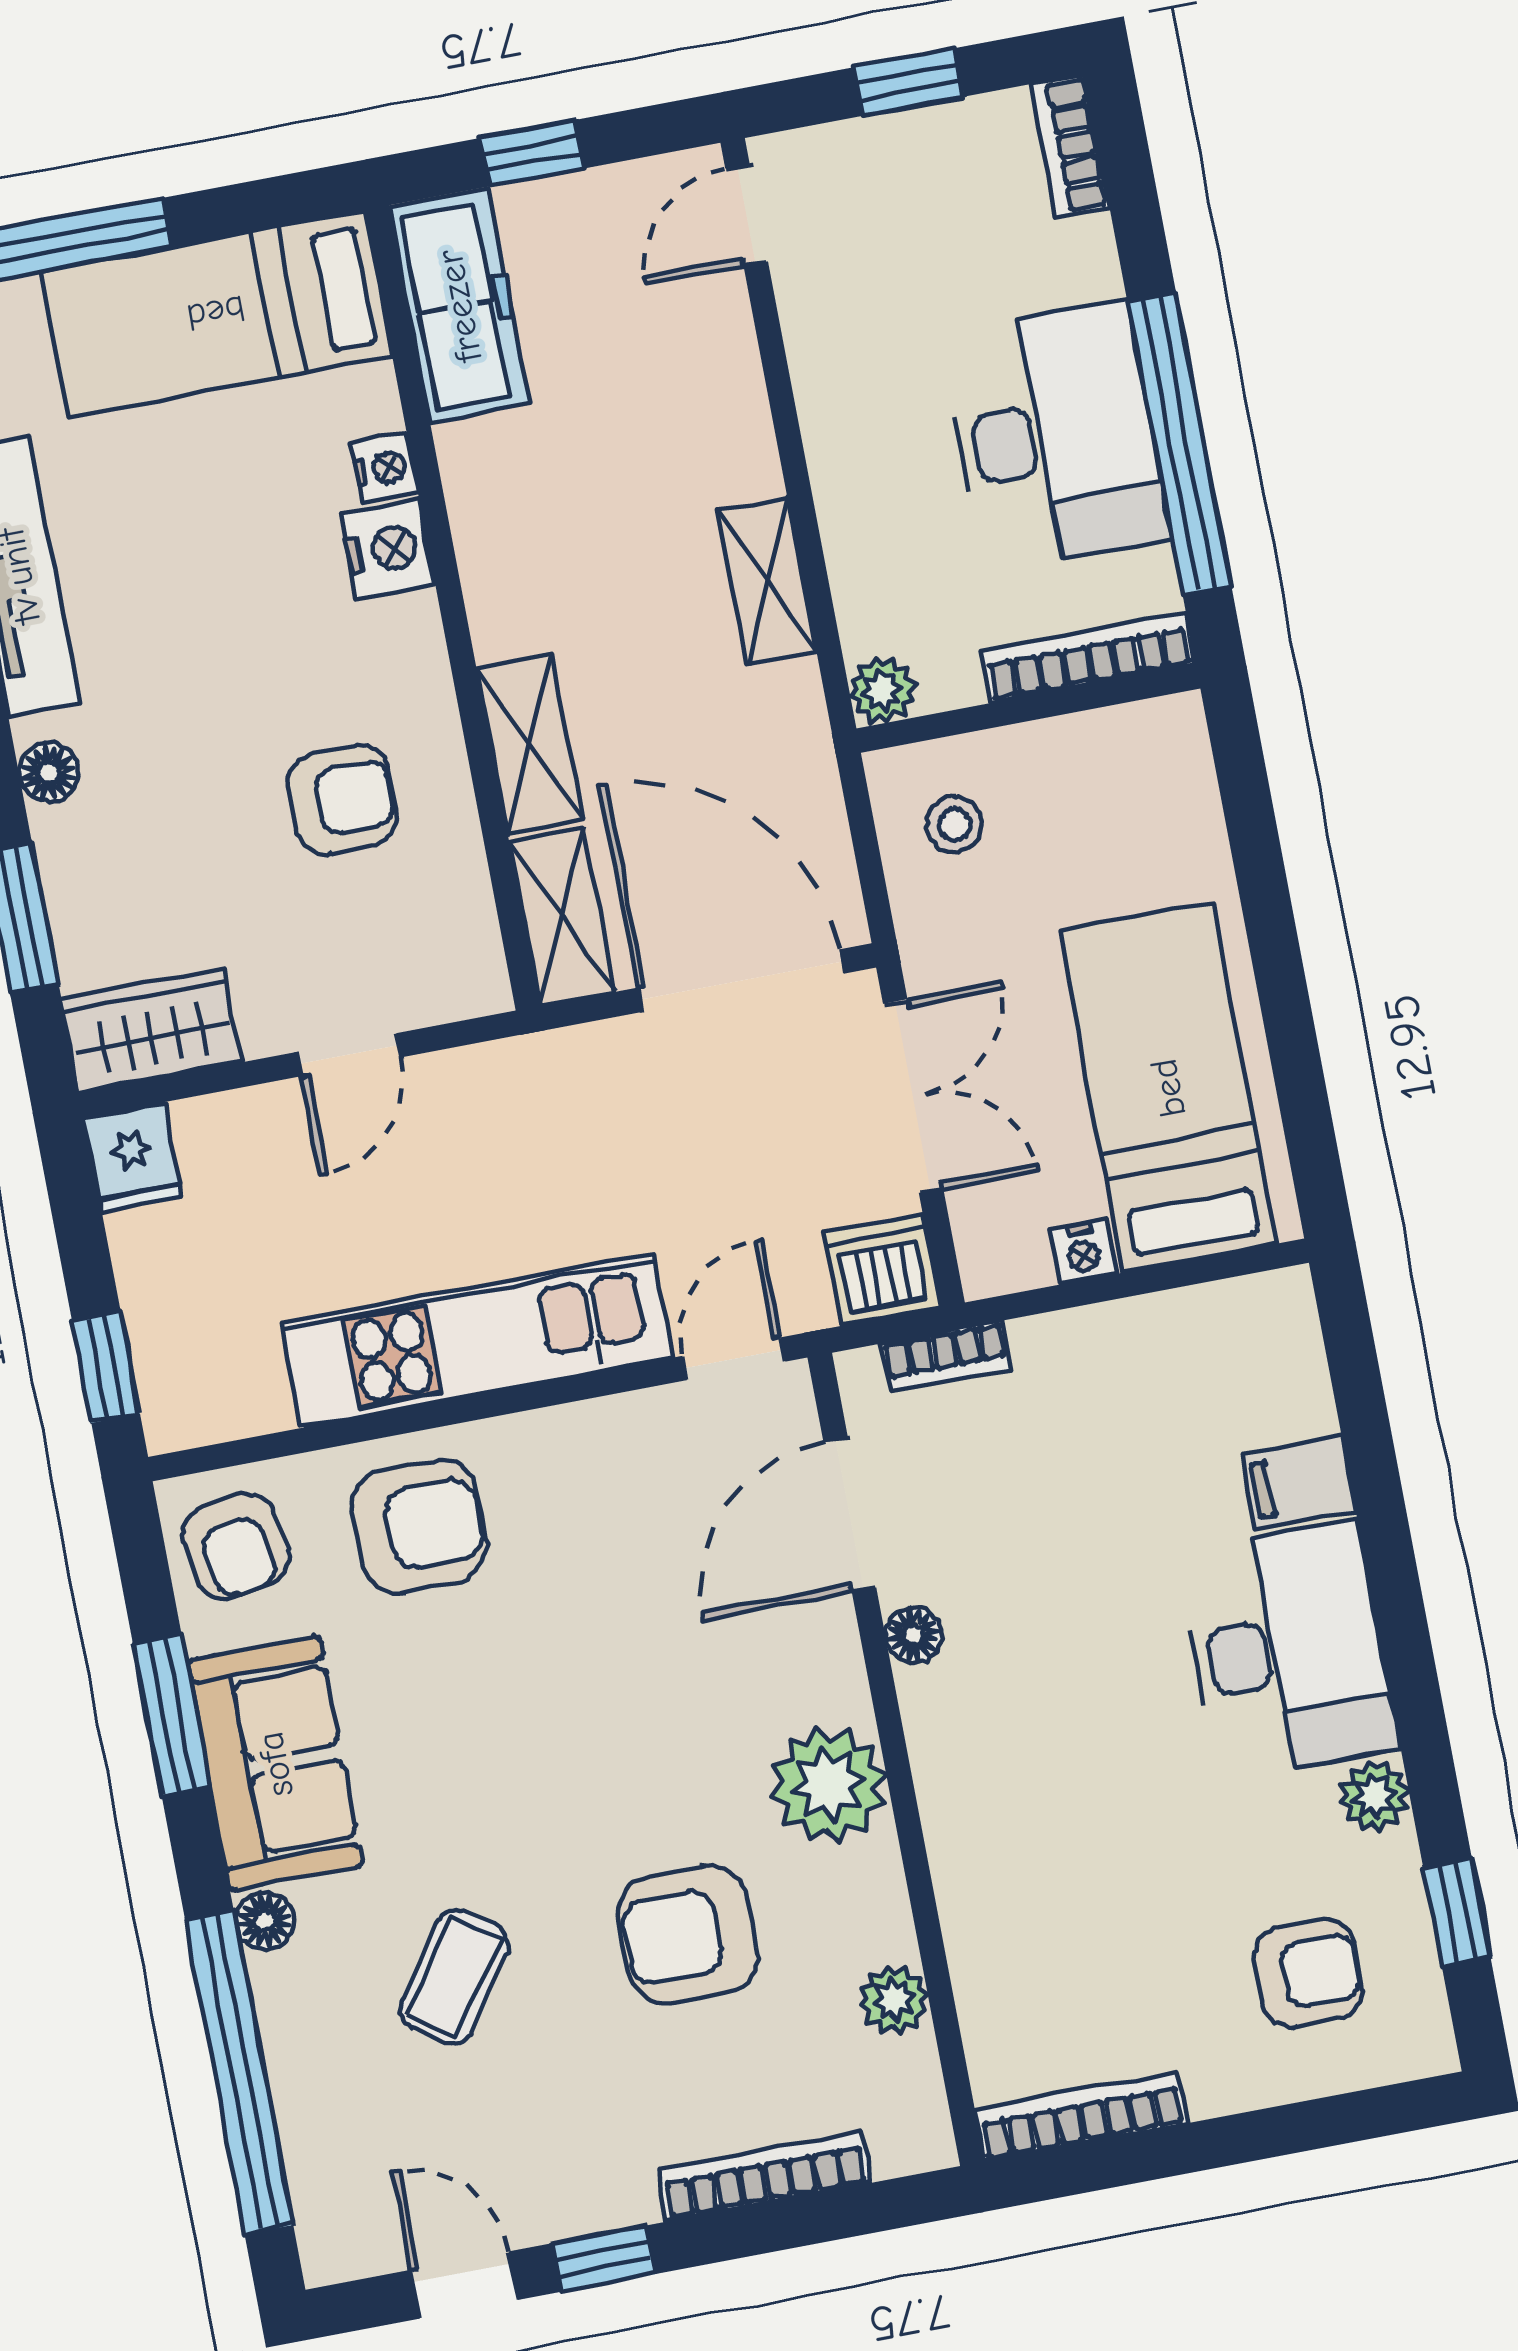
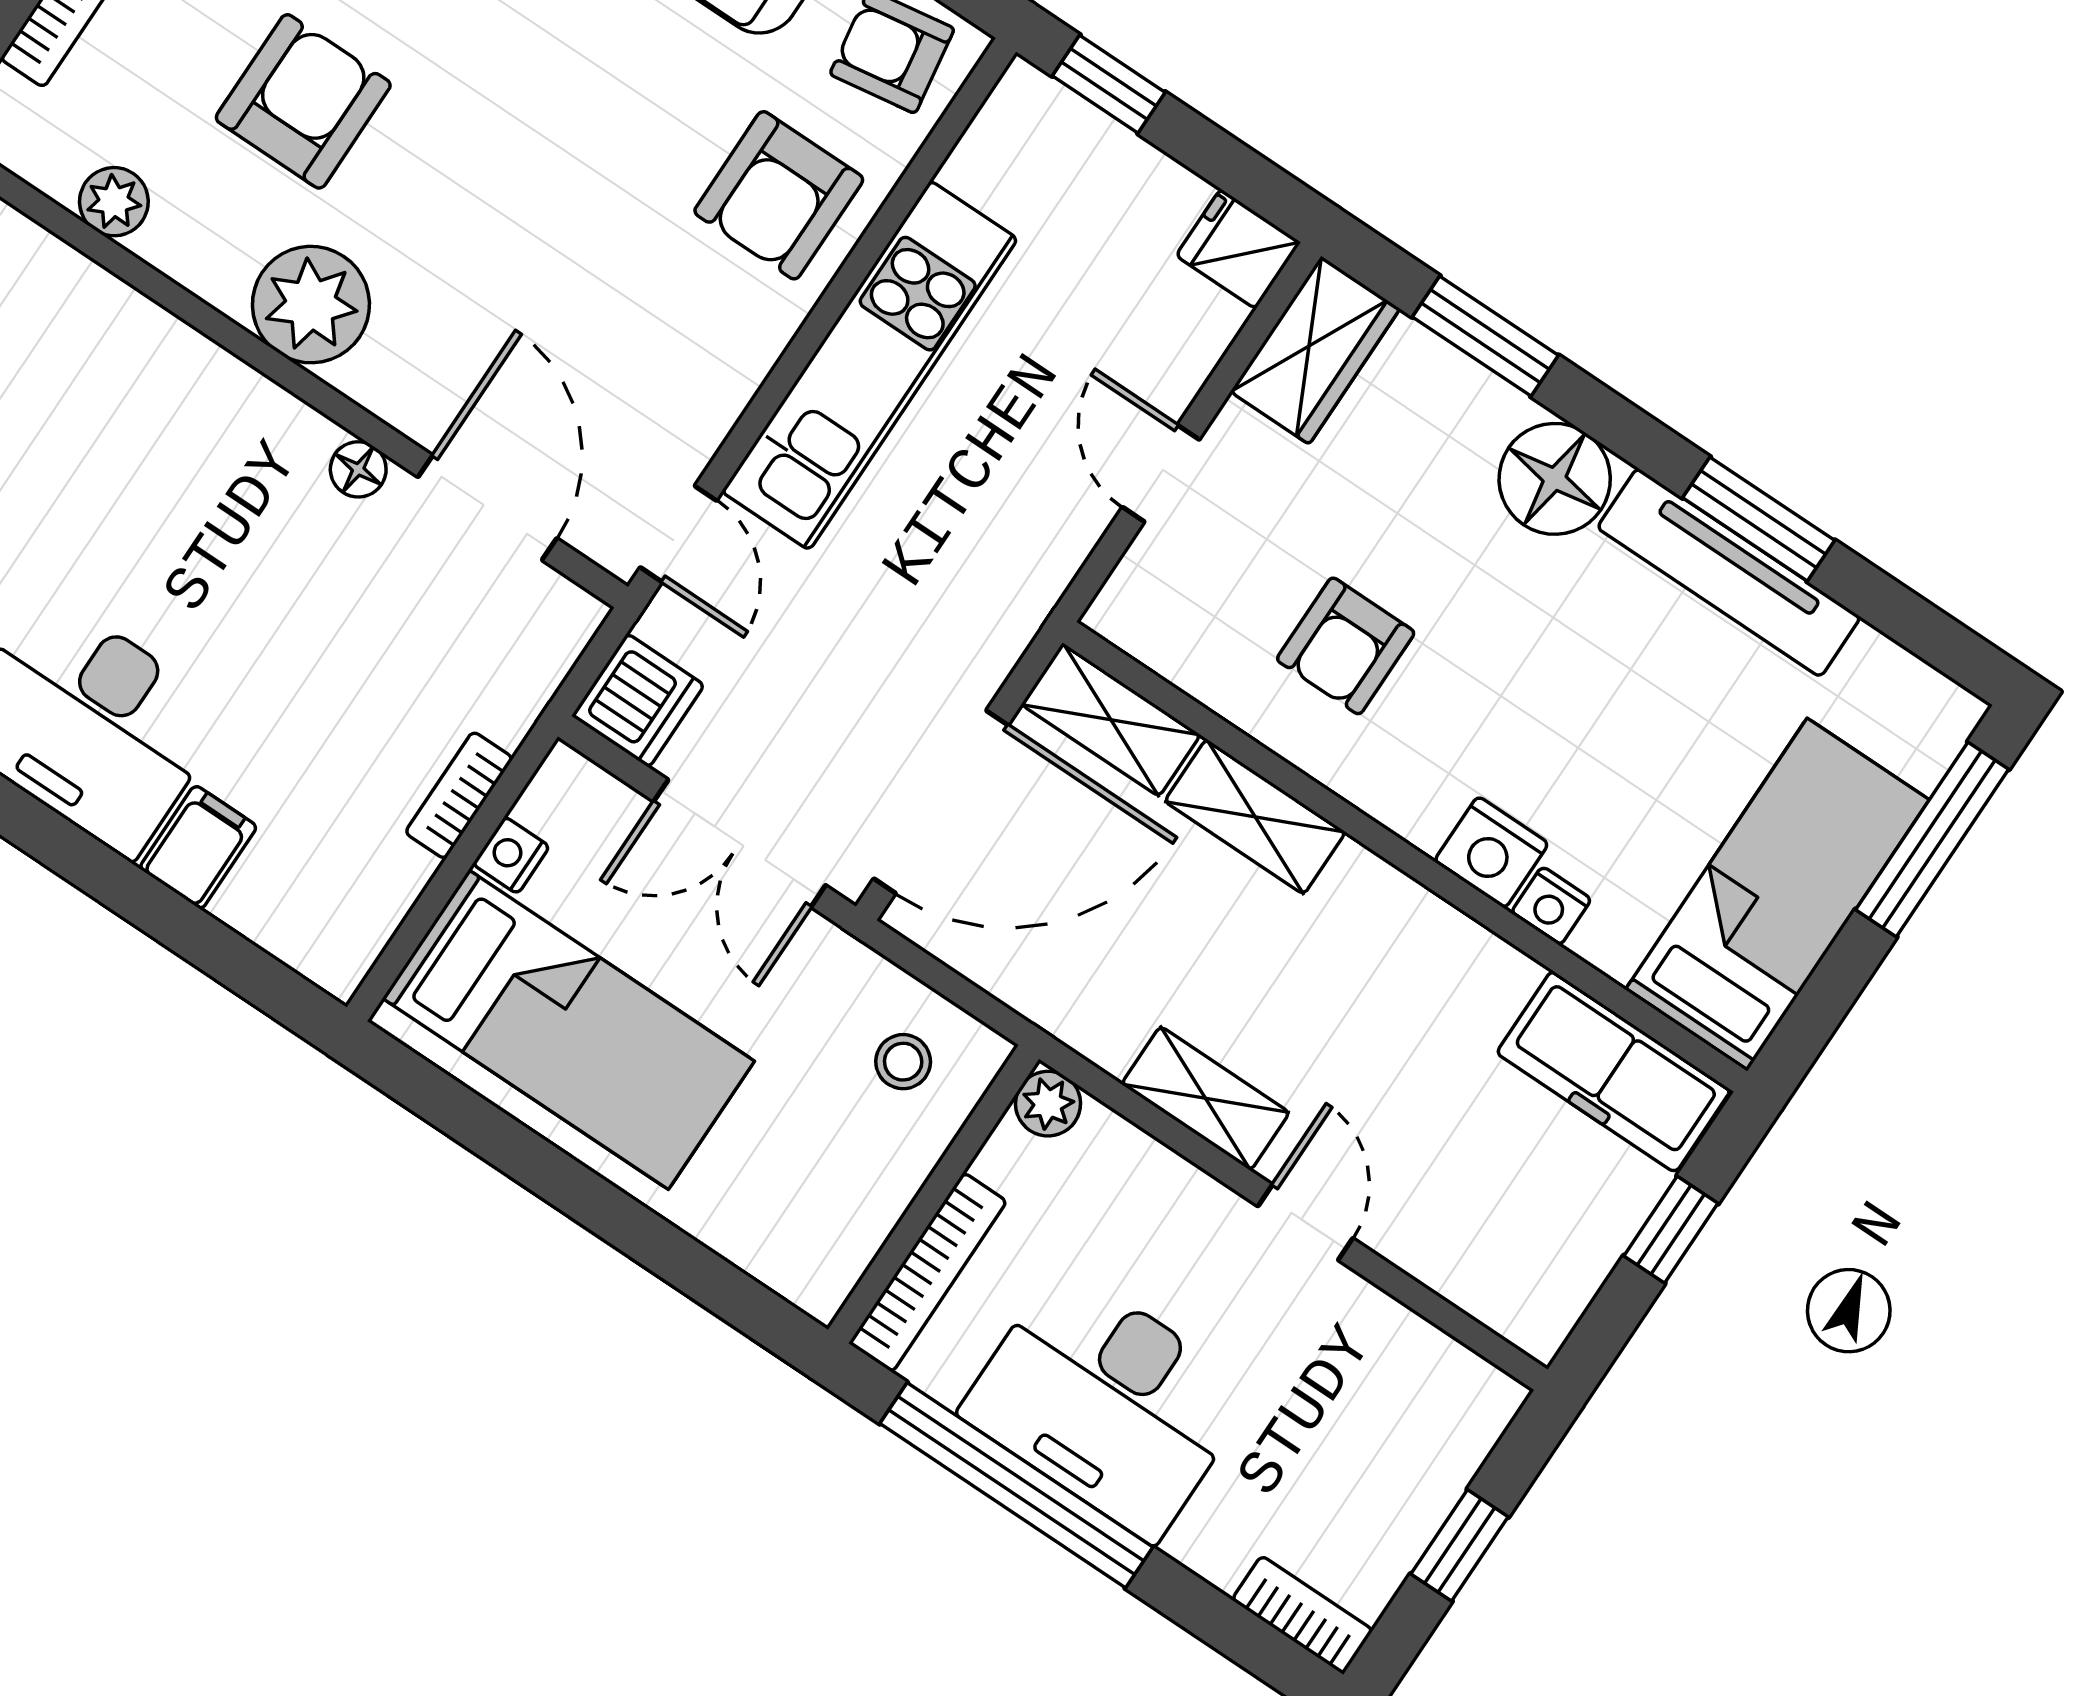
door: (747, 215) -> (1305, 1222), moved
floor lamp: (49, 772) -> (1555, 479), width x1.89, depth x1.89
bookcase: (946, 1357) -> (459, 795), moved

